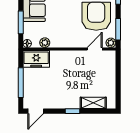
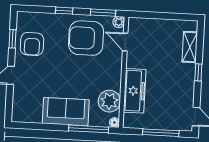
window: (21, 22) -> (89, 129), width x1.44
plant: (45, 43) -> (109, 101), width x1.88, depth x1.88
freezer: (36, 59) -> (135, 91), moved, width x1.40

